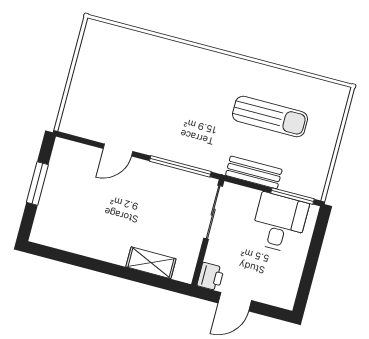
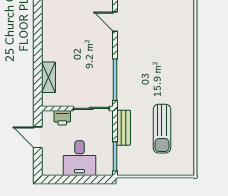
door: (118, 150) -> (115, 22), moved
desk: (279, 223) -> (80, 158), moved, turned 90
printer: (211, 277) -> (62, 118), moved

